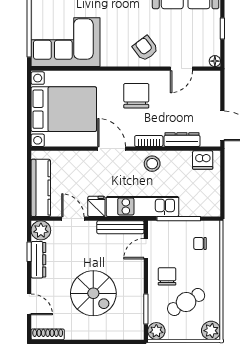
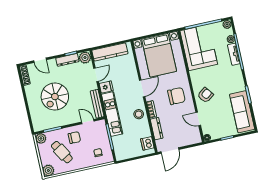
door: (29, 304) -> (40, 60), hinge flipped

